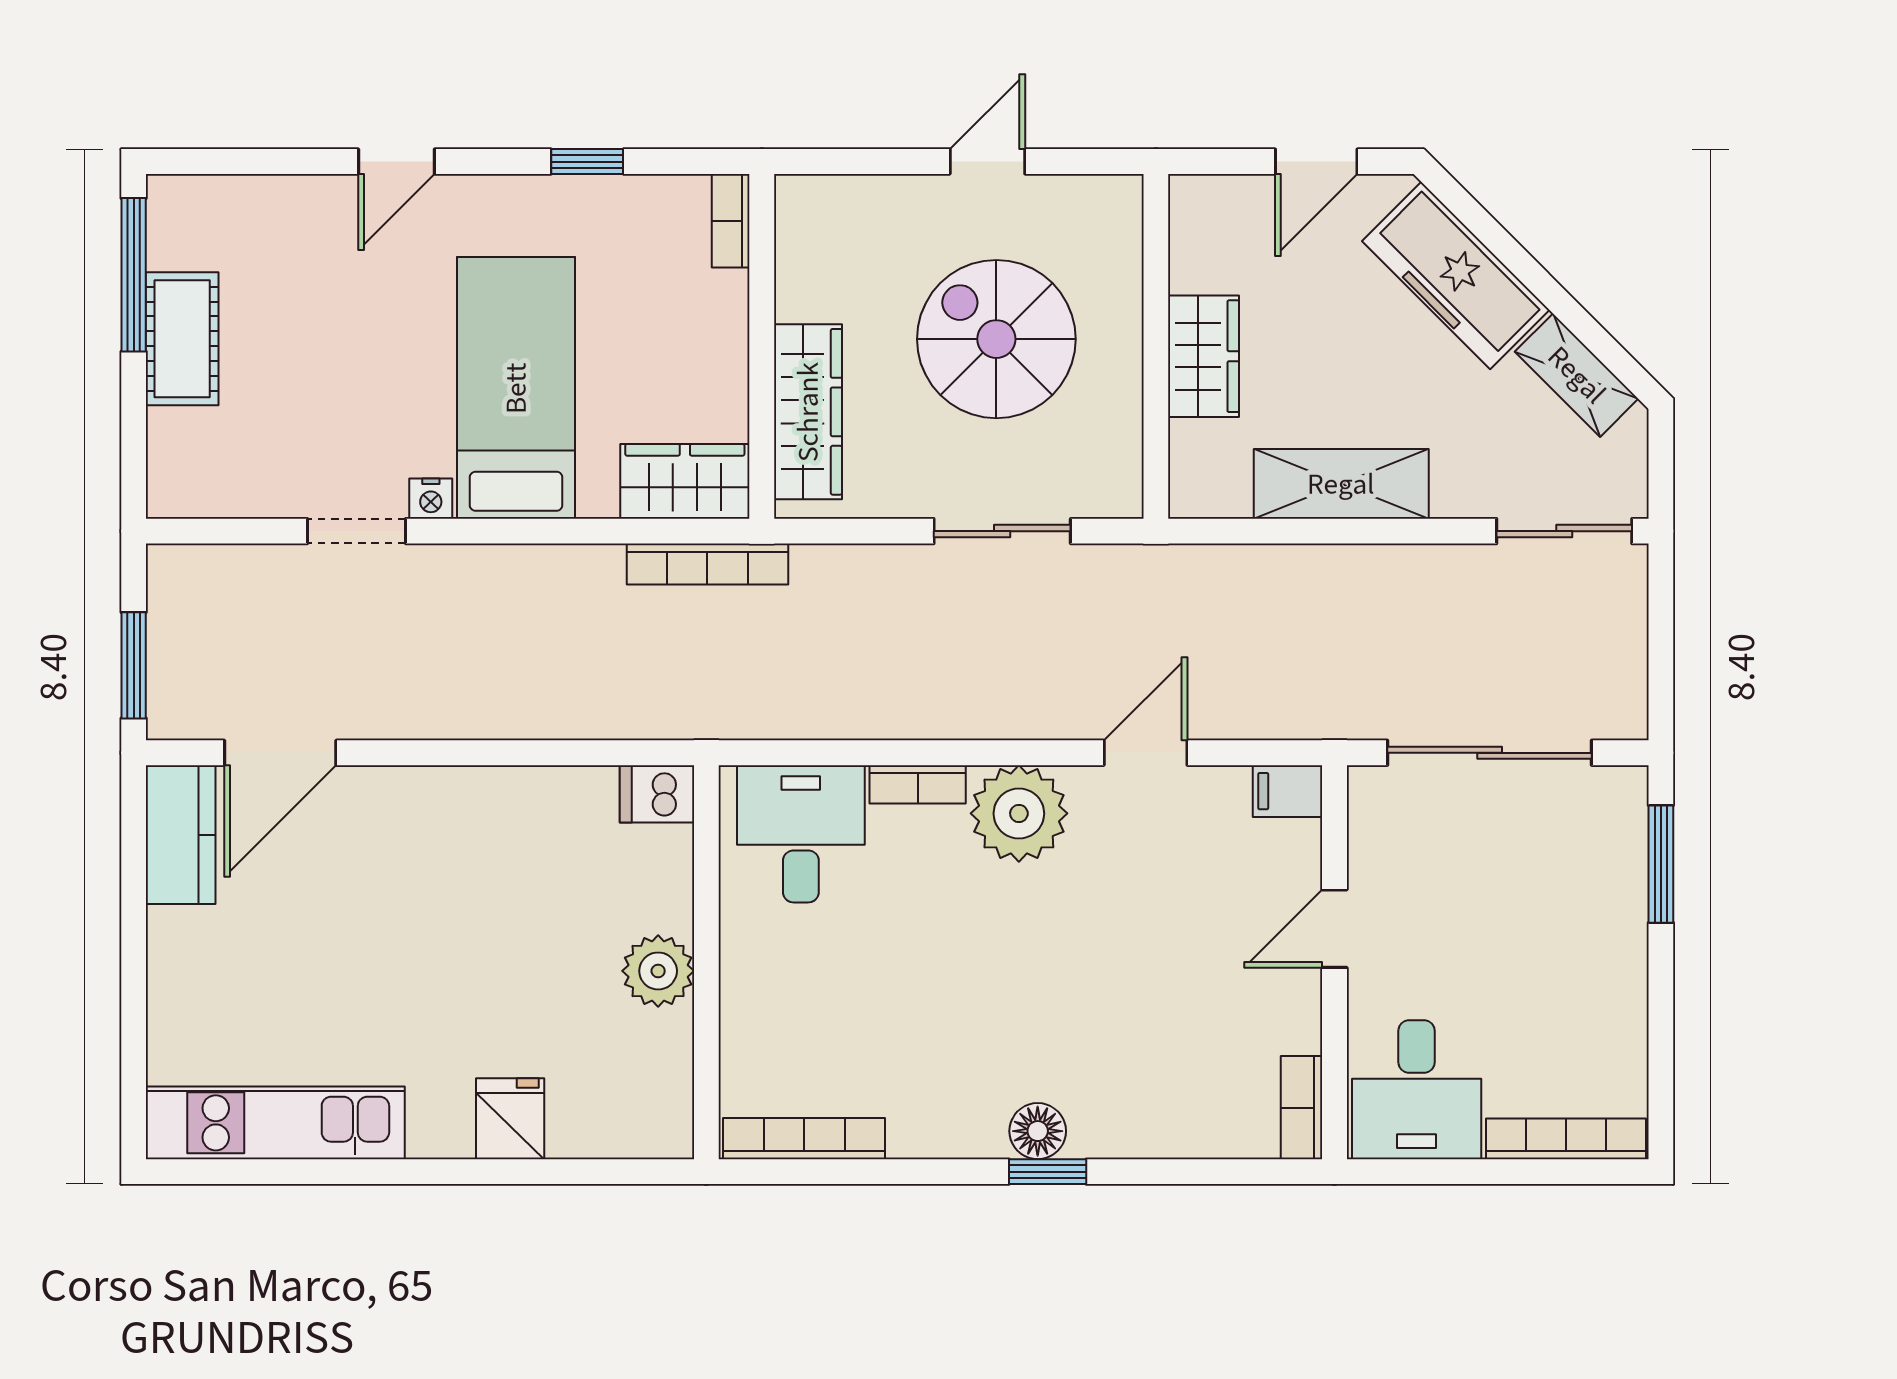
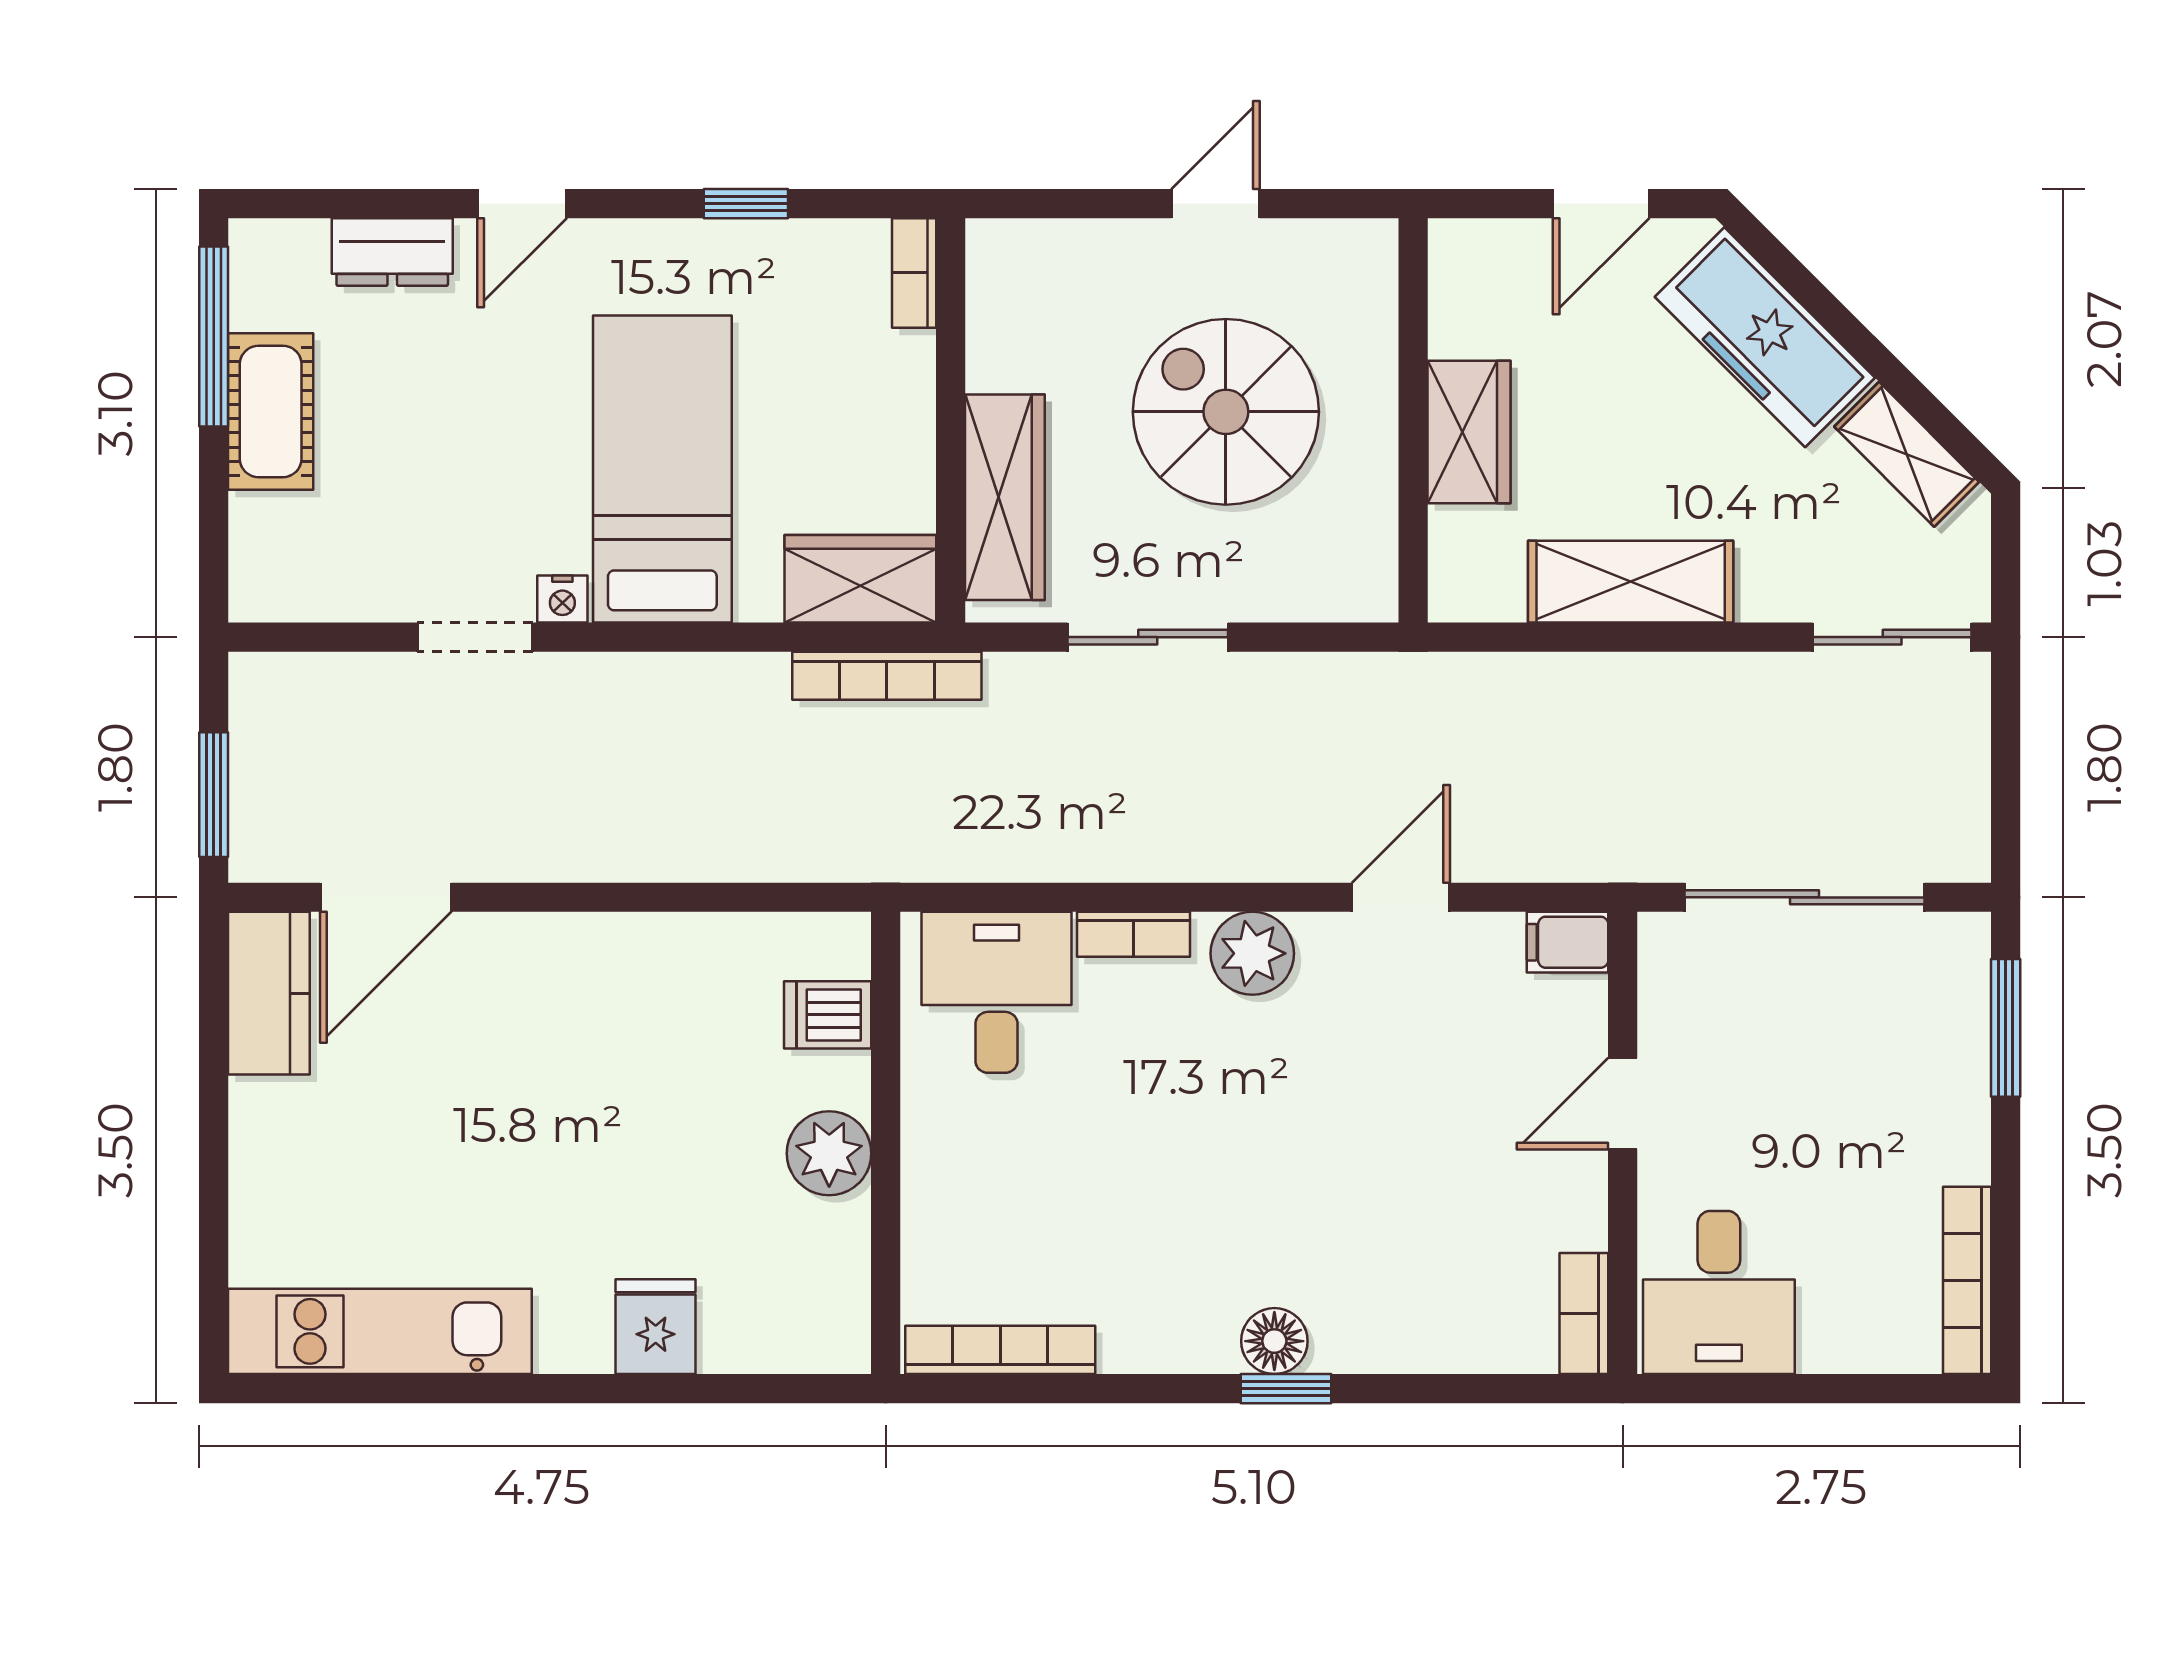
dresser: (286, 203) -> (392, 252), added
sliding door: (1002, 531) -> (1148, 637), moved
dishwasher: (657, 794) -> (828, 1015), moved
plant: (1019, 813) -> (1252, 953), width x0.73, depth x0.73
bookcase: (1566, 1139) -> (1967, 1280), moved, turned -90

